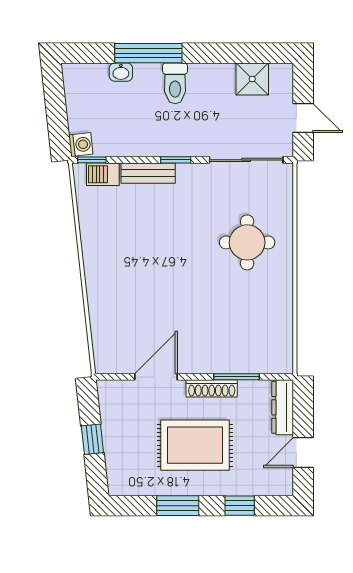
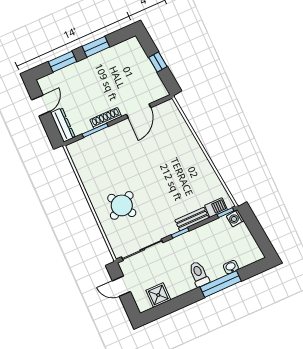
round table: (247, 242) -> (122, 205), turned -30
rug: (195, 445) -> (101, 83), removed
window: (240, 506) -> (62, 62), width x1.50

